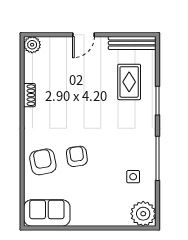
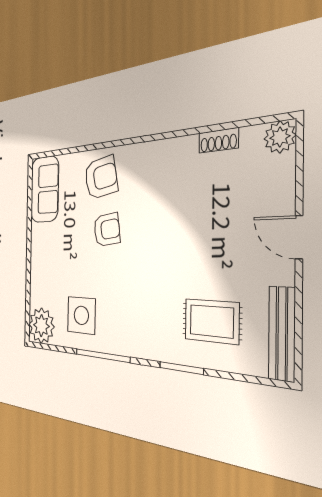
shoe rack: (29, 95) -> (218, 140), moved
side table: (133, 177) -> (81, 315), width x1.87, depth x1.87

